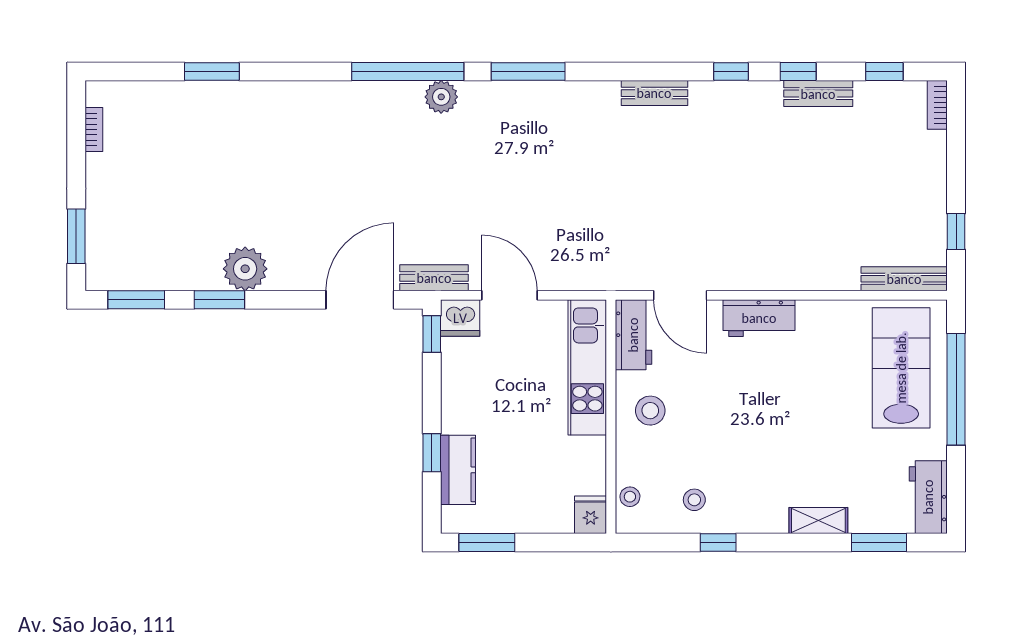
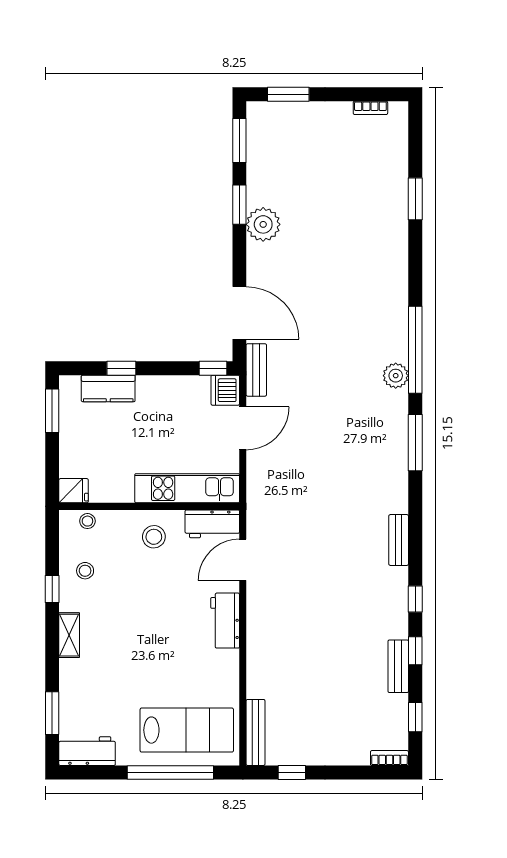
shelving: (818, 521) -> (69, 635), moved

